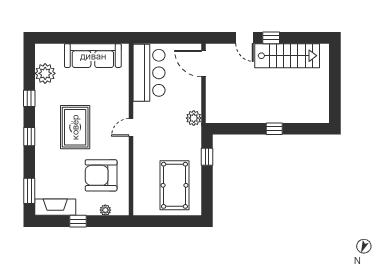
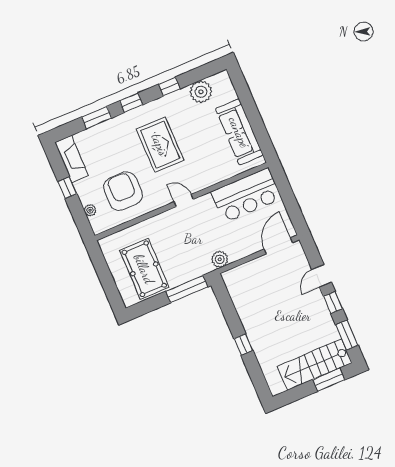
window: (304, 38) -> (347, 335), added
stairs: (287, 56) -> (315, 365), moved, turned 90
window: (335, 69) -> (329, 380), added
rug: (75, 127) -> (160, 145), turned 90
window: (207, 157) -> (187, 289), width x2.17
pool table: (174, 185) -> (144, 269), turned 90
window: (29, 191) -> (97, 118), moved

